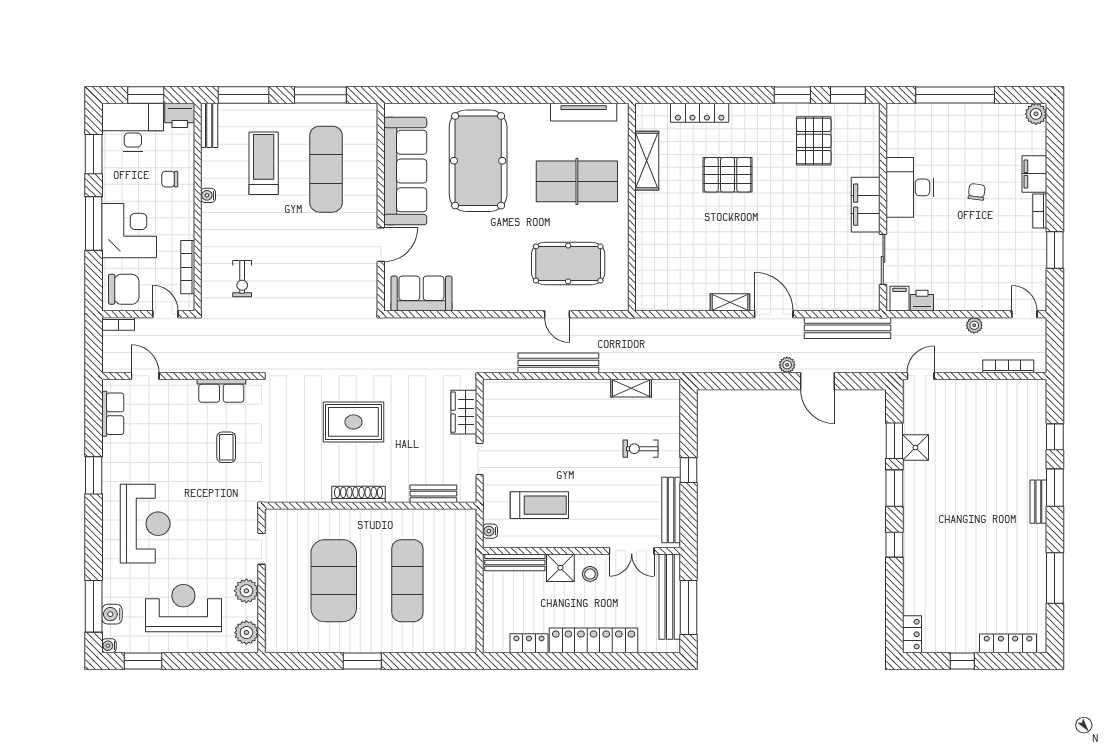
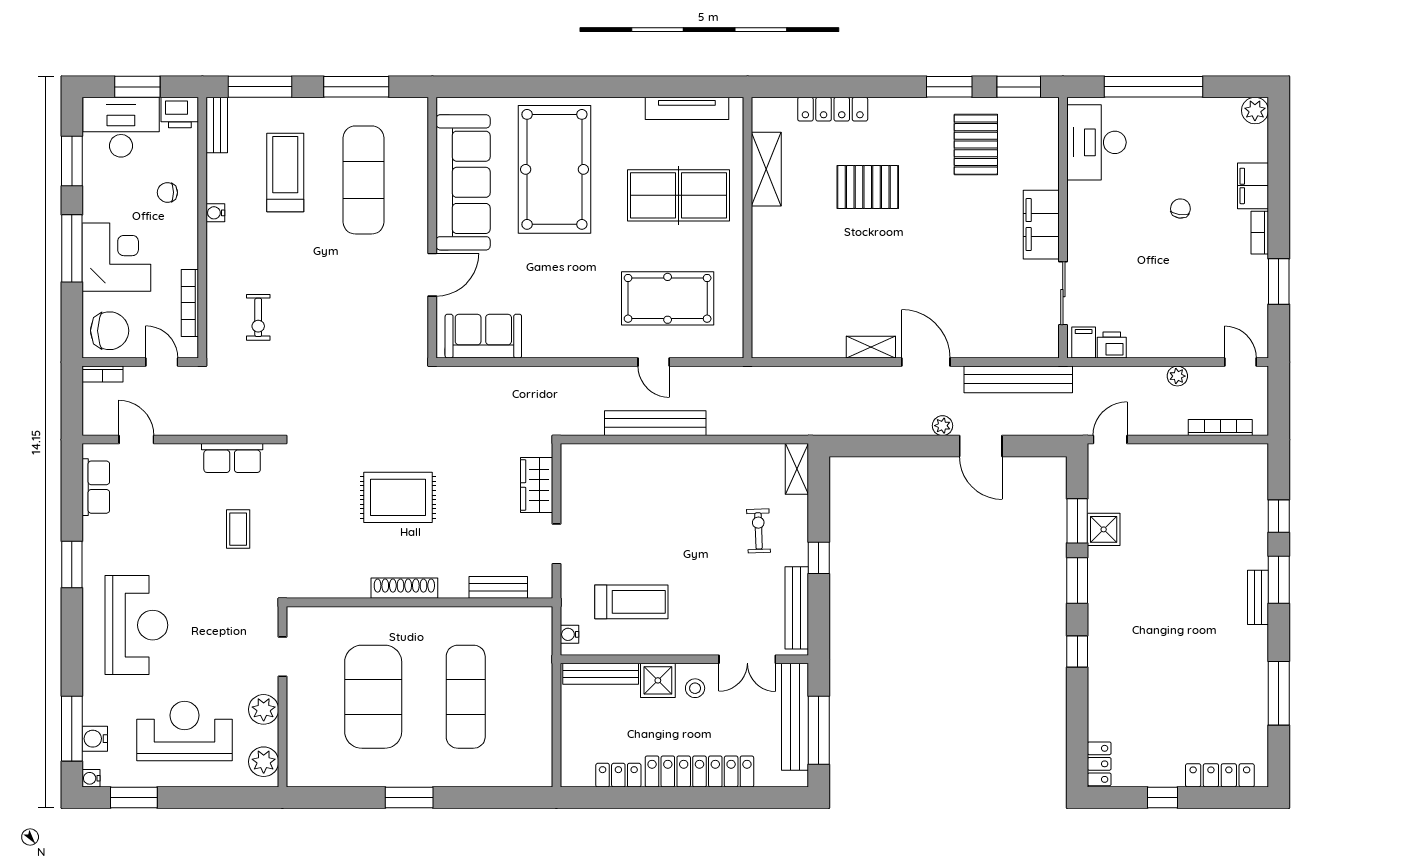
desk: (910, 187) -> (1096, 142), moved
shelving: (631, 388) -> (797, 469), moved, turned 90
exercise bike: (641, 449) -> (759, 531), turned 88

